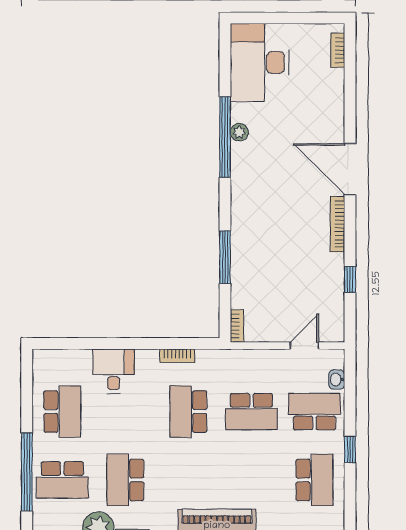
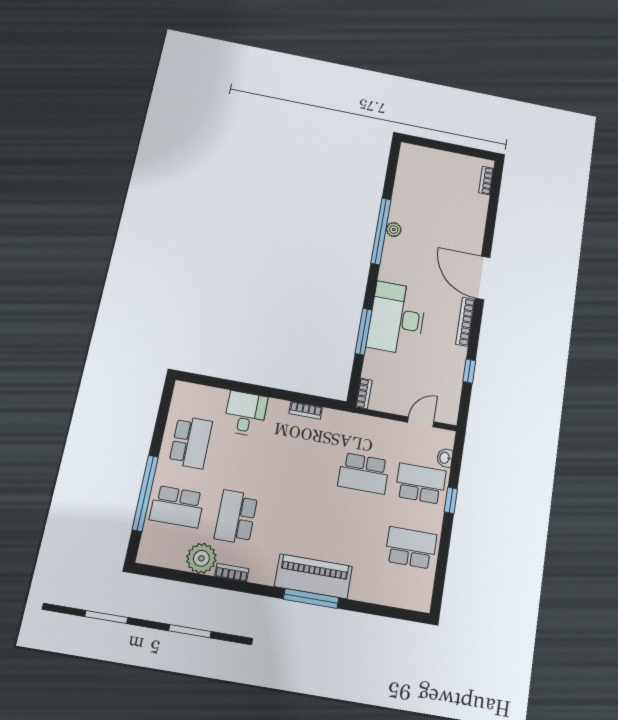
desk: (260, 63) -> (397, 318), moved
school desk: (188, 412) -> (306, 463), removed
window: (350, 450) -> (451, 500), moved
school desk: (314, 480) -> (411, 548), turned -90

